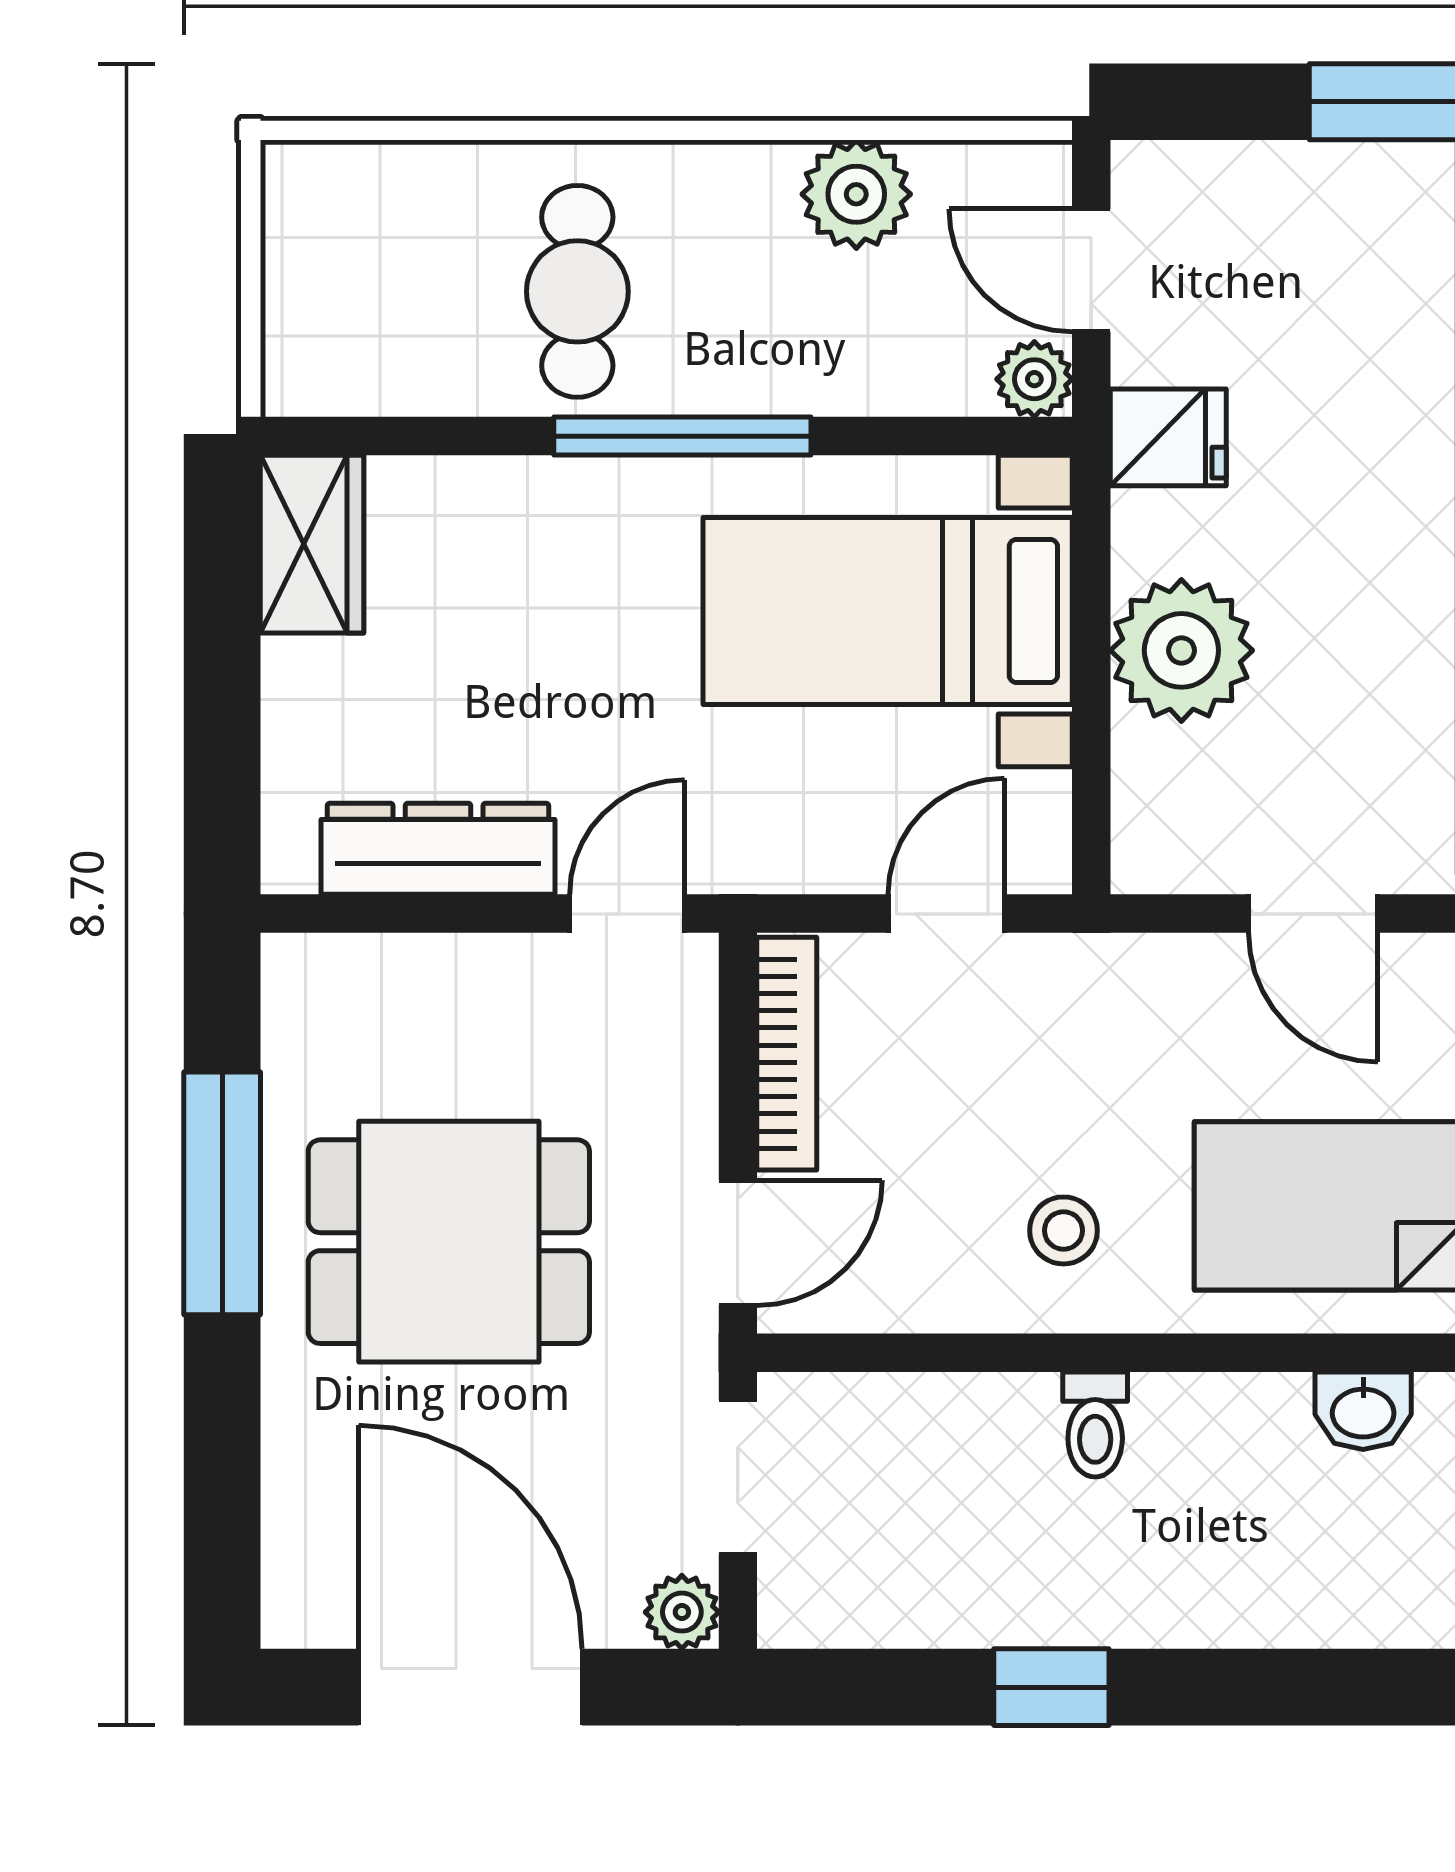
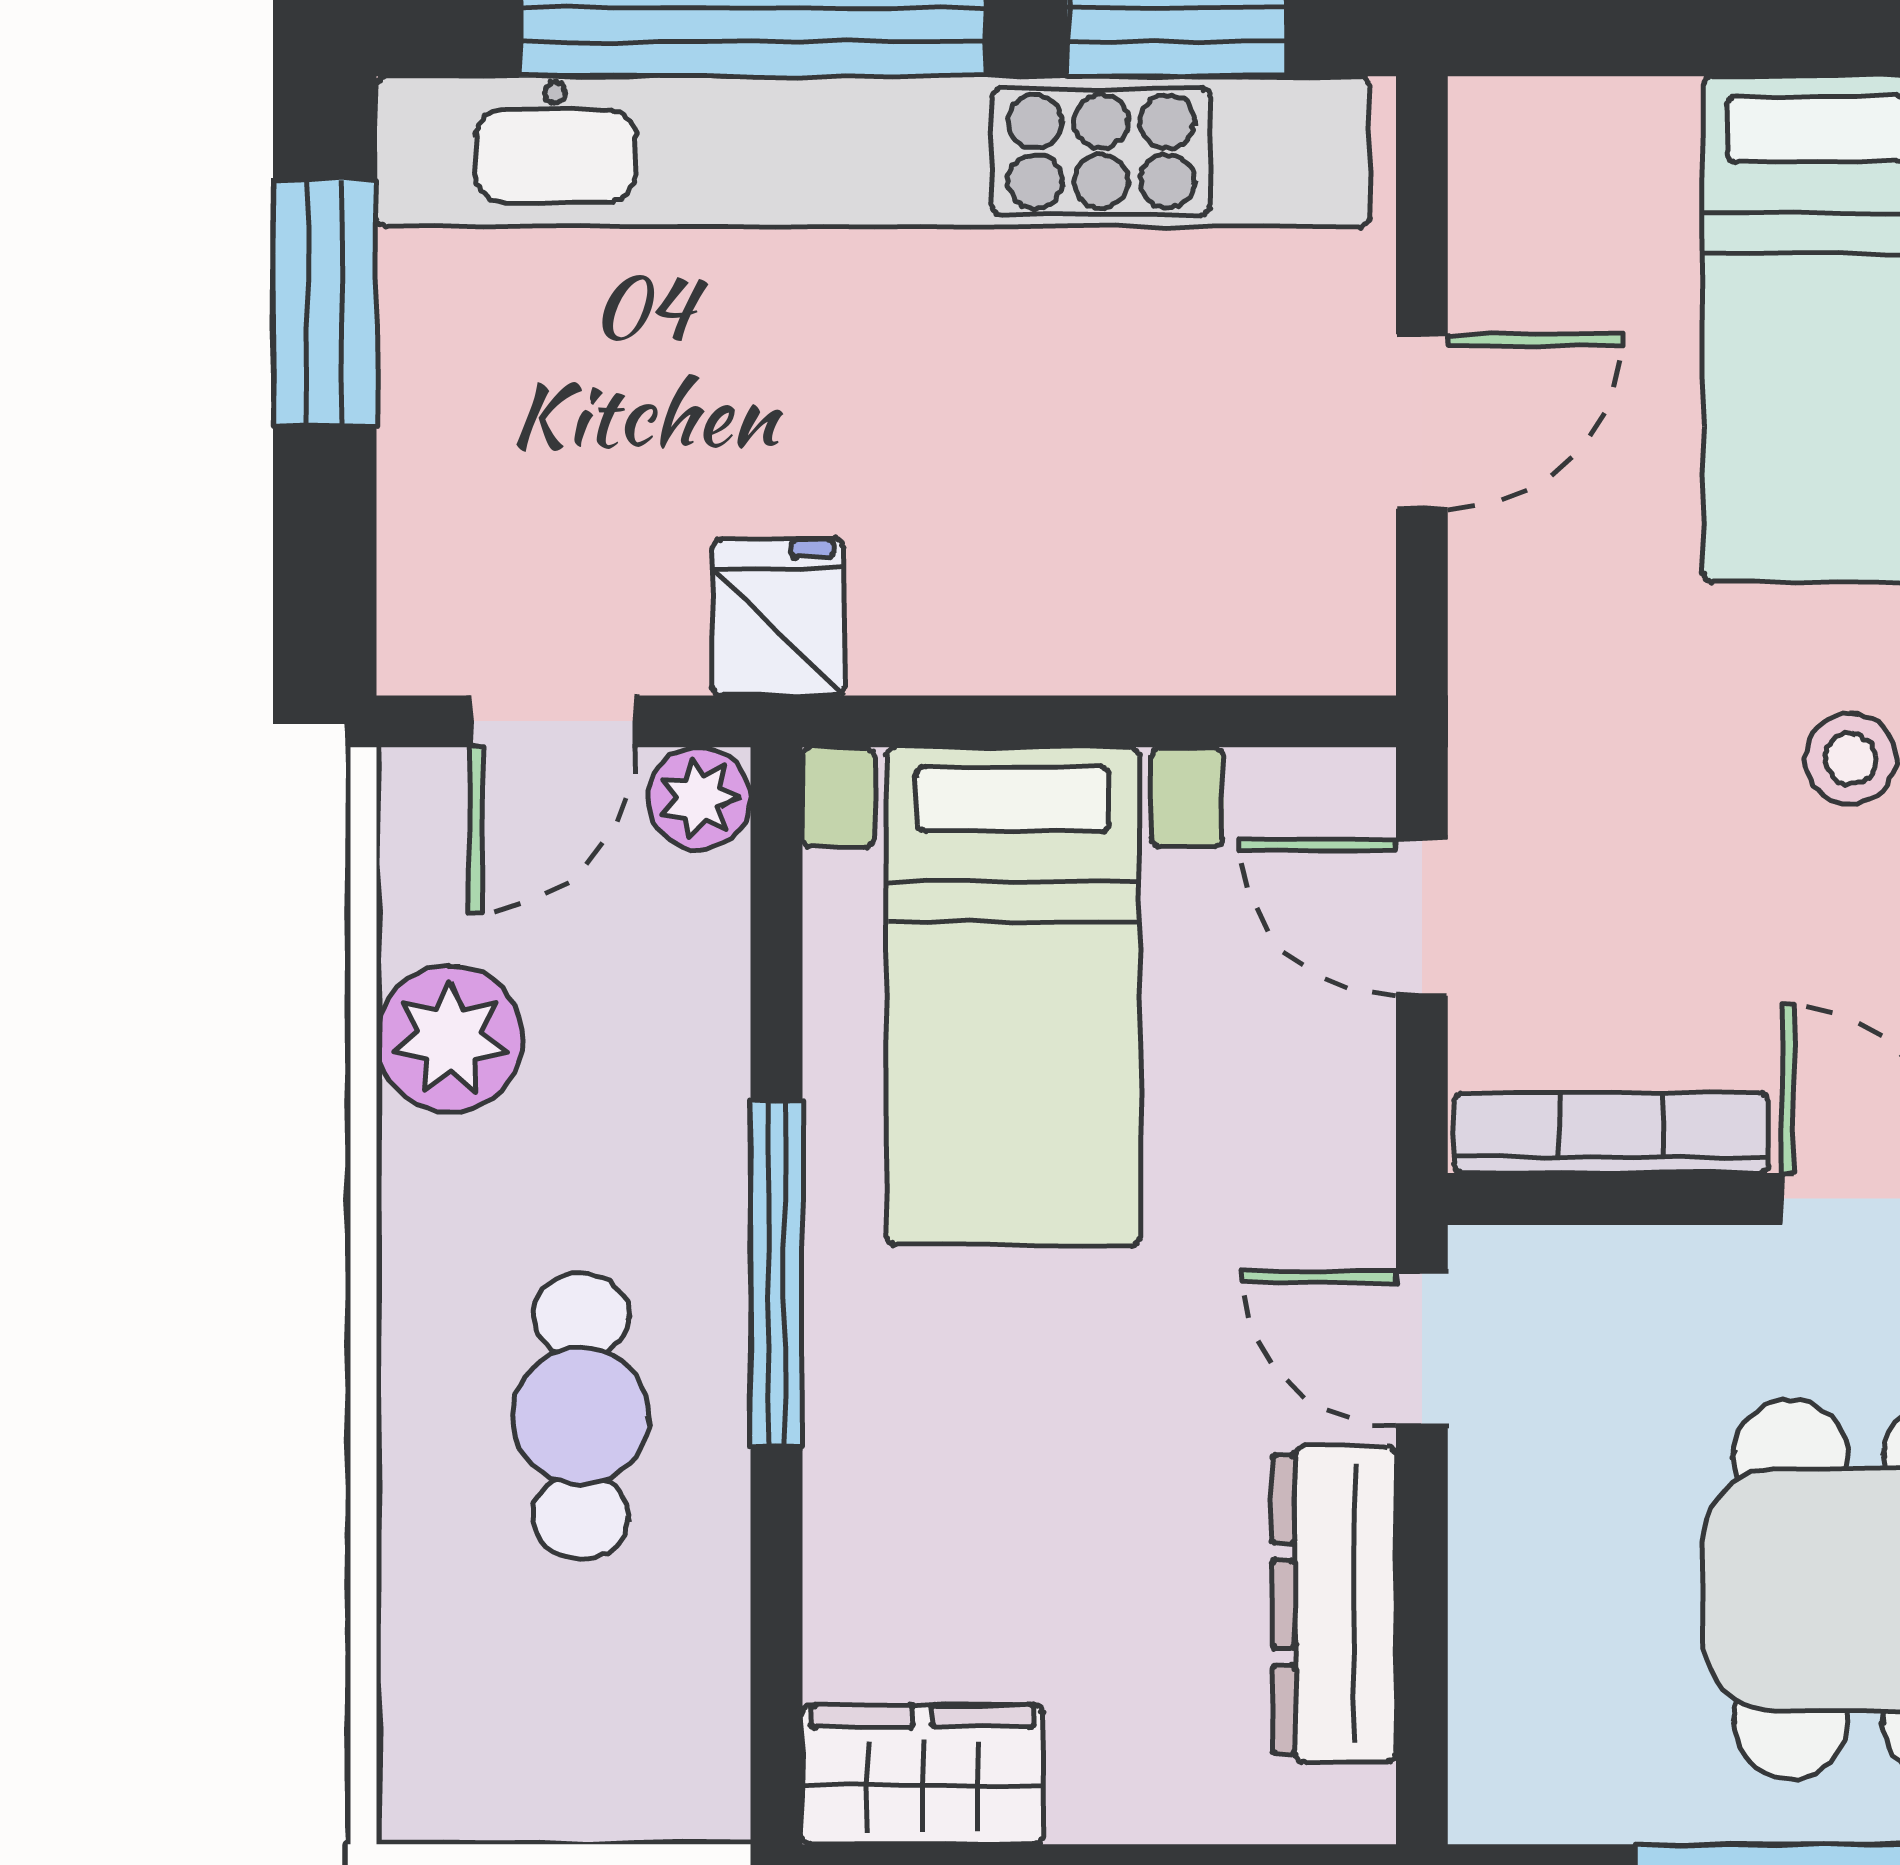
cafe table: (577, 291) -> (581, 1416), turned 90
plant: (1181, 650) -> (1066, 599), removed

